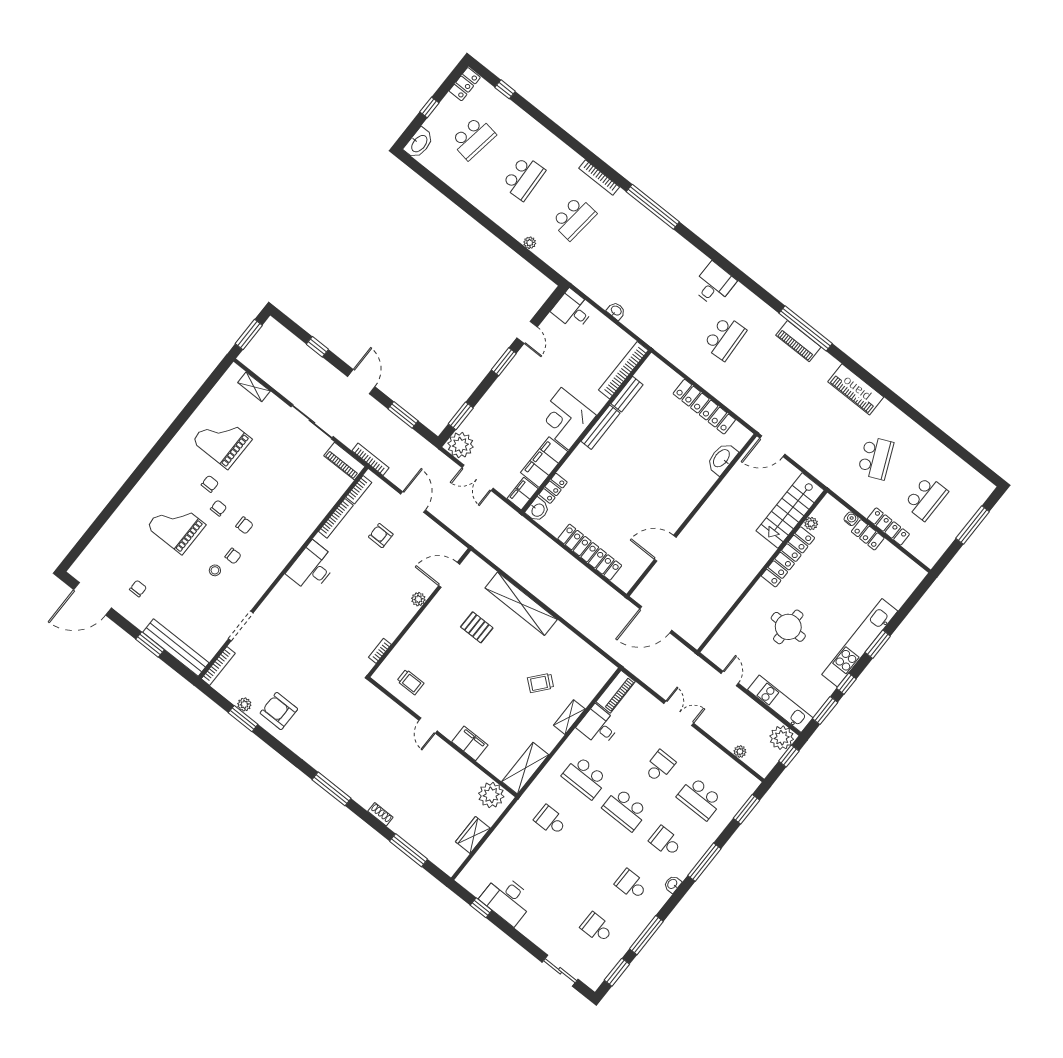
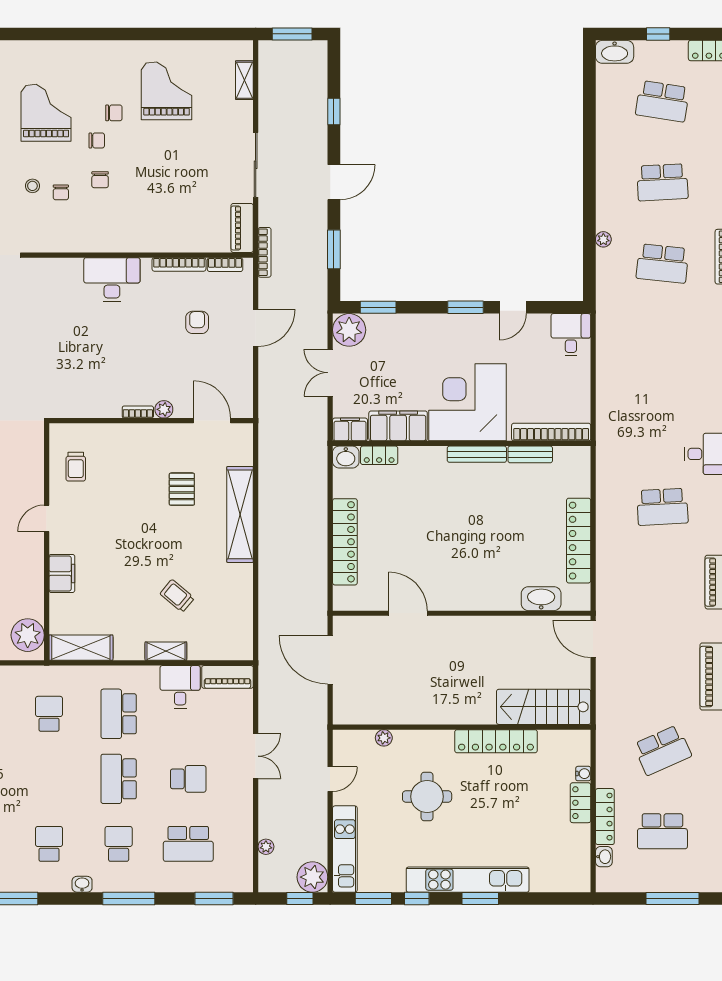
washbasin: (616, 311) -> (604, 857), moved
corner desk: (565, 419) -> (468, 402), width x1.36, depth x1.36
plant: (811, 524) -> (384, 738), moved
bookcase: (380, 651) -> (138, 412), moved
school desk: (700, 798) -> (188, 844), turned -90

